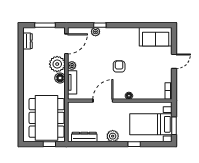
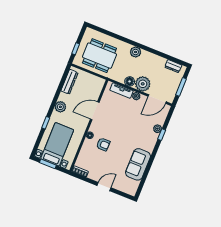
sofa: (156, 37) -> (138, 164), moved
door: (66, 44) -> (157, 99), hinge flipped
door: (174, 61) -> (104, 187), swing flipped
armchair: (119, 66) -> (103, 144), moved
plant: (29, 84) -> (136, 52), added
door: (103, 101) -> (95, 111), swing flipped
dining table: (47, 118) -> (99, 56), width x0.73, depth x0.80

